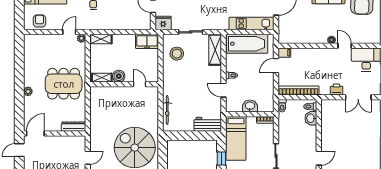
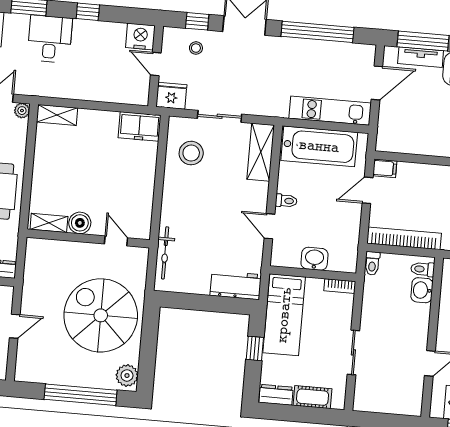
boiler: (119, 76) -> (80, 223), moved
shelving: (102, 78) -> (49, 223), moved
wall: (124, 84) -> (88, 238), moved
door: (140, 84) -> (116, 241), moved

